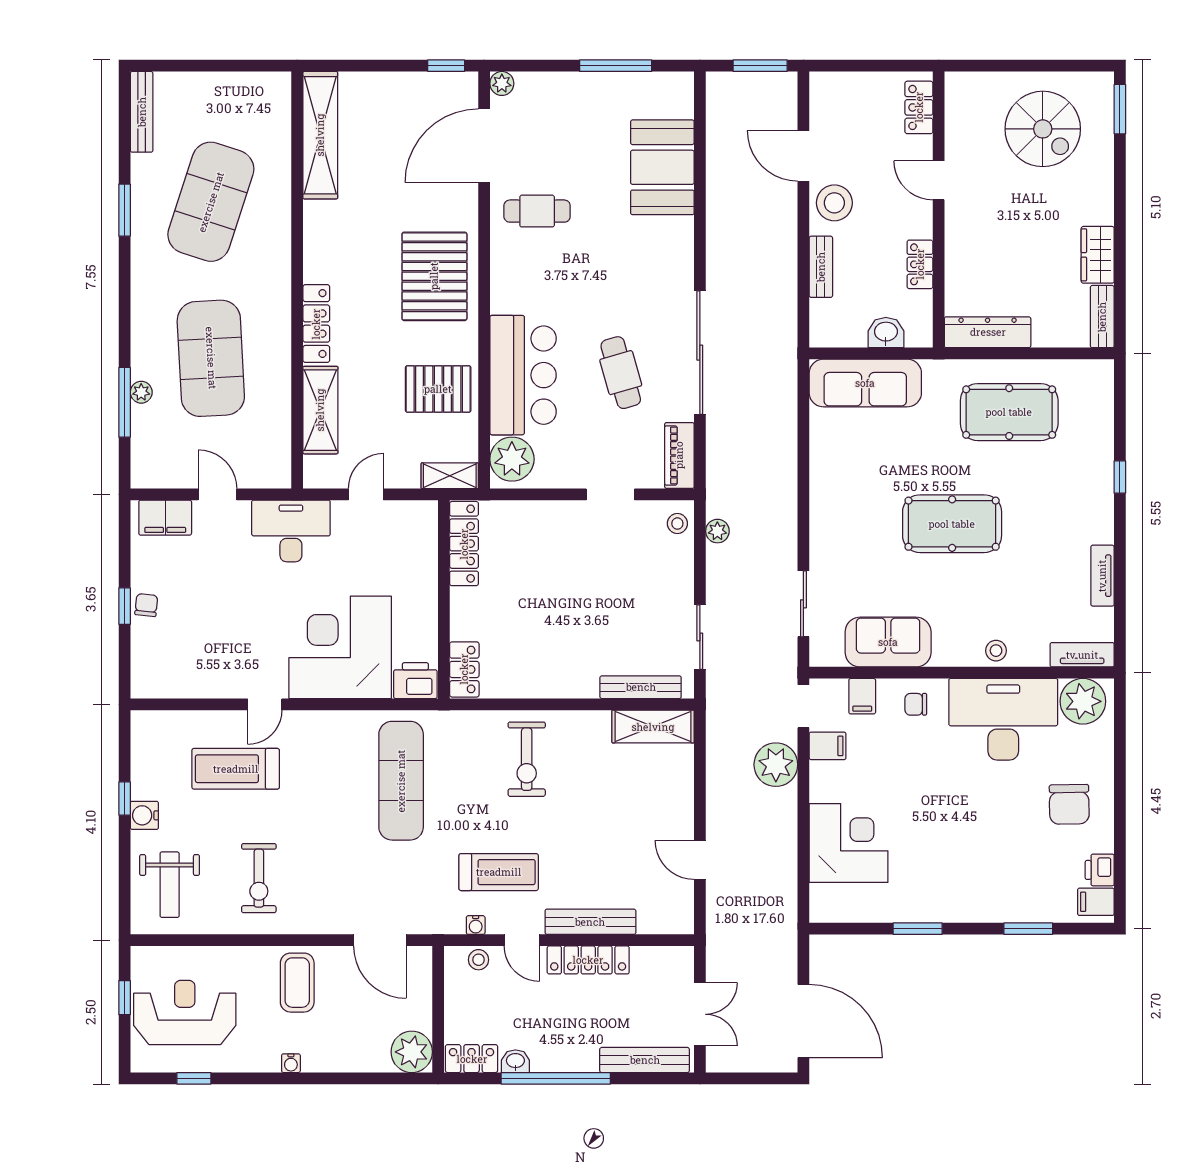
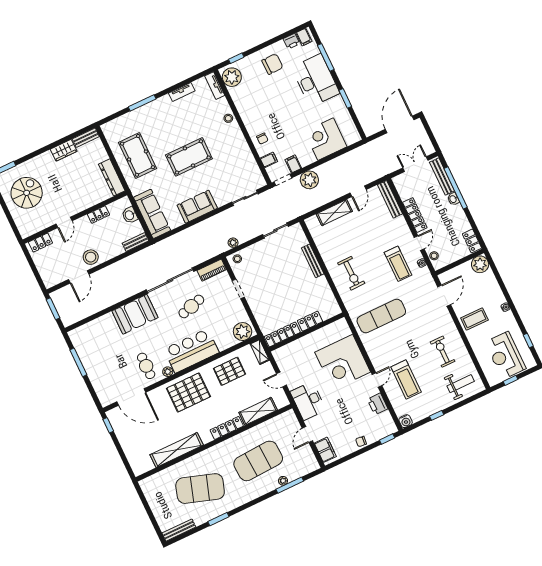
plant: (502, 83) -> (168, 372), moved
shelving: (320, 135) -> (177, 450), moved
booth: (662, 167) -> (135, 314), moved
bench: (821, 267) -> (135, 242), moved
bar counter: (523, 375) -> (191, 351), moved
pallet: (438, 389) -> (230, 371), turned 90
window: (1120, 477) -> (142, 103), width x2.17
pool table: (952, 524) -> (189, 157), turned 90
window: (125, 606) -> (387, 439), moved
sofa: (888, 642) -> (197, 207), moved, turned 90
locker: (464, 669) -> (310, 321), moved
printer: (415, 681) -> (378, 404), moved
bench: (641, 687) -> (313, 261), moved
door: (265, 704) -> (377, 380), hinge flipped
desk: (1003, 719) -> (316, 80), moved, turned 180
shelving: (653, 727) -> (334, 213), moved, turned 90
window: (1120, 731) -> (236, 58), added
exercise bike: (527, 759) -> (351, 273), turned 89
water cooler: (144, 815) -> (406, 421), moved
treadmill: (499, 872) -> (398, 264), turned 180
exercise bike: (259, 878) -> (443, 352), turned -90
bench: (590, 922) -> (390, 199), moved
window: (1028, 929) -> (326, 57), width x1.44
washbasin: (515, 1061) -> (453, 199), moved
window: (556, 1078) -> (456, 188), moved

